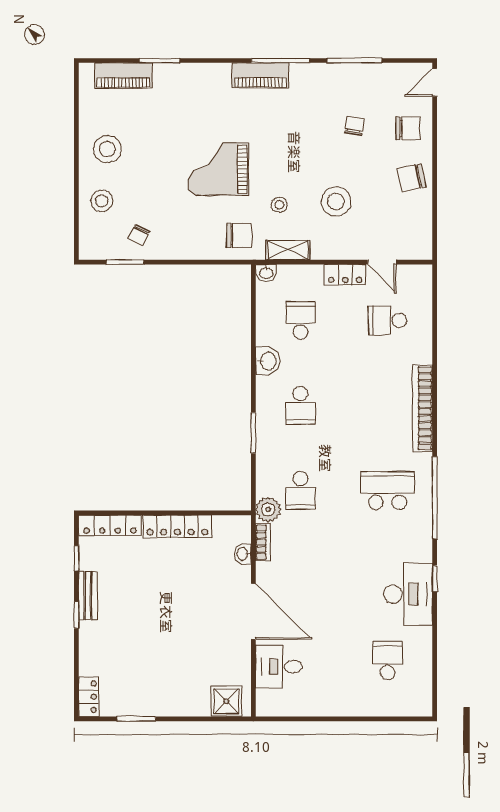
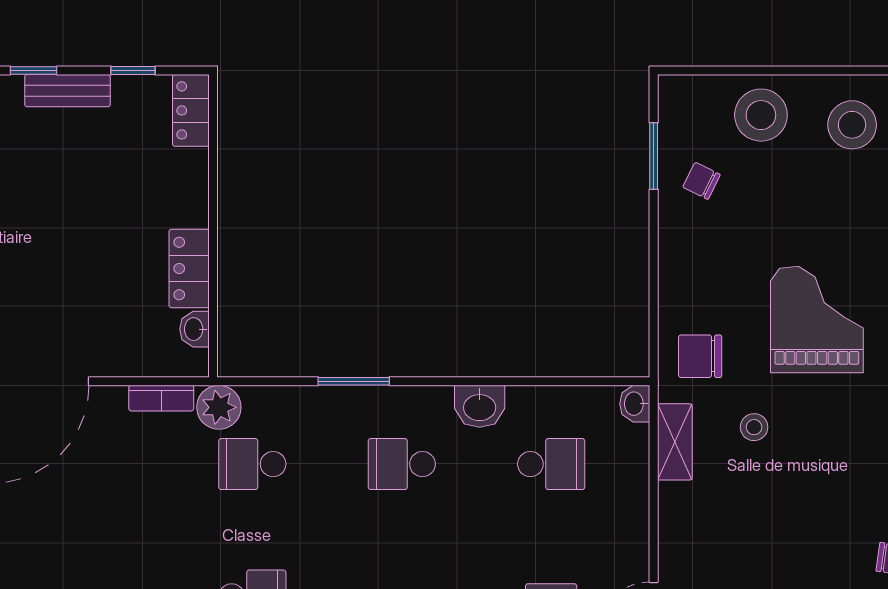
stool: (102, 201) -> (761, 115), width x1.38, depth x1.38
stool: (336, 202) -> (760, 527), removed
chair: (239, 236) -> (700, 356), turned 90
locker: (345, 275) -> (631, 543), removed
locker: (110, 525) -> (191, 110), width x0.66
locker: (177, 526) -> (189, 268), width x0.66
washbasin: (243, 554) -> (194, 329), moved, turned -90

